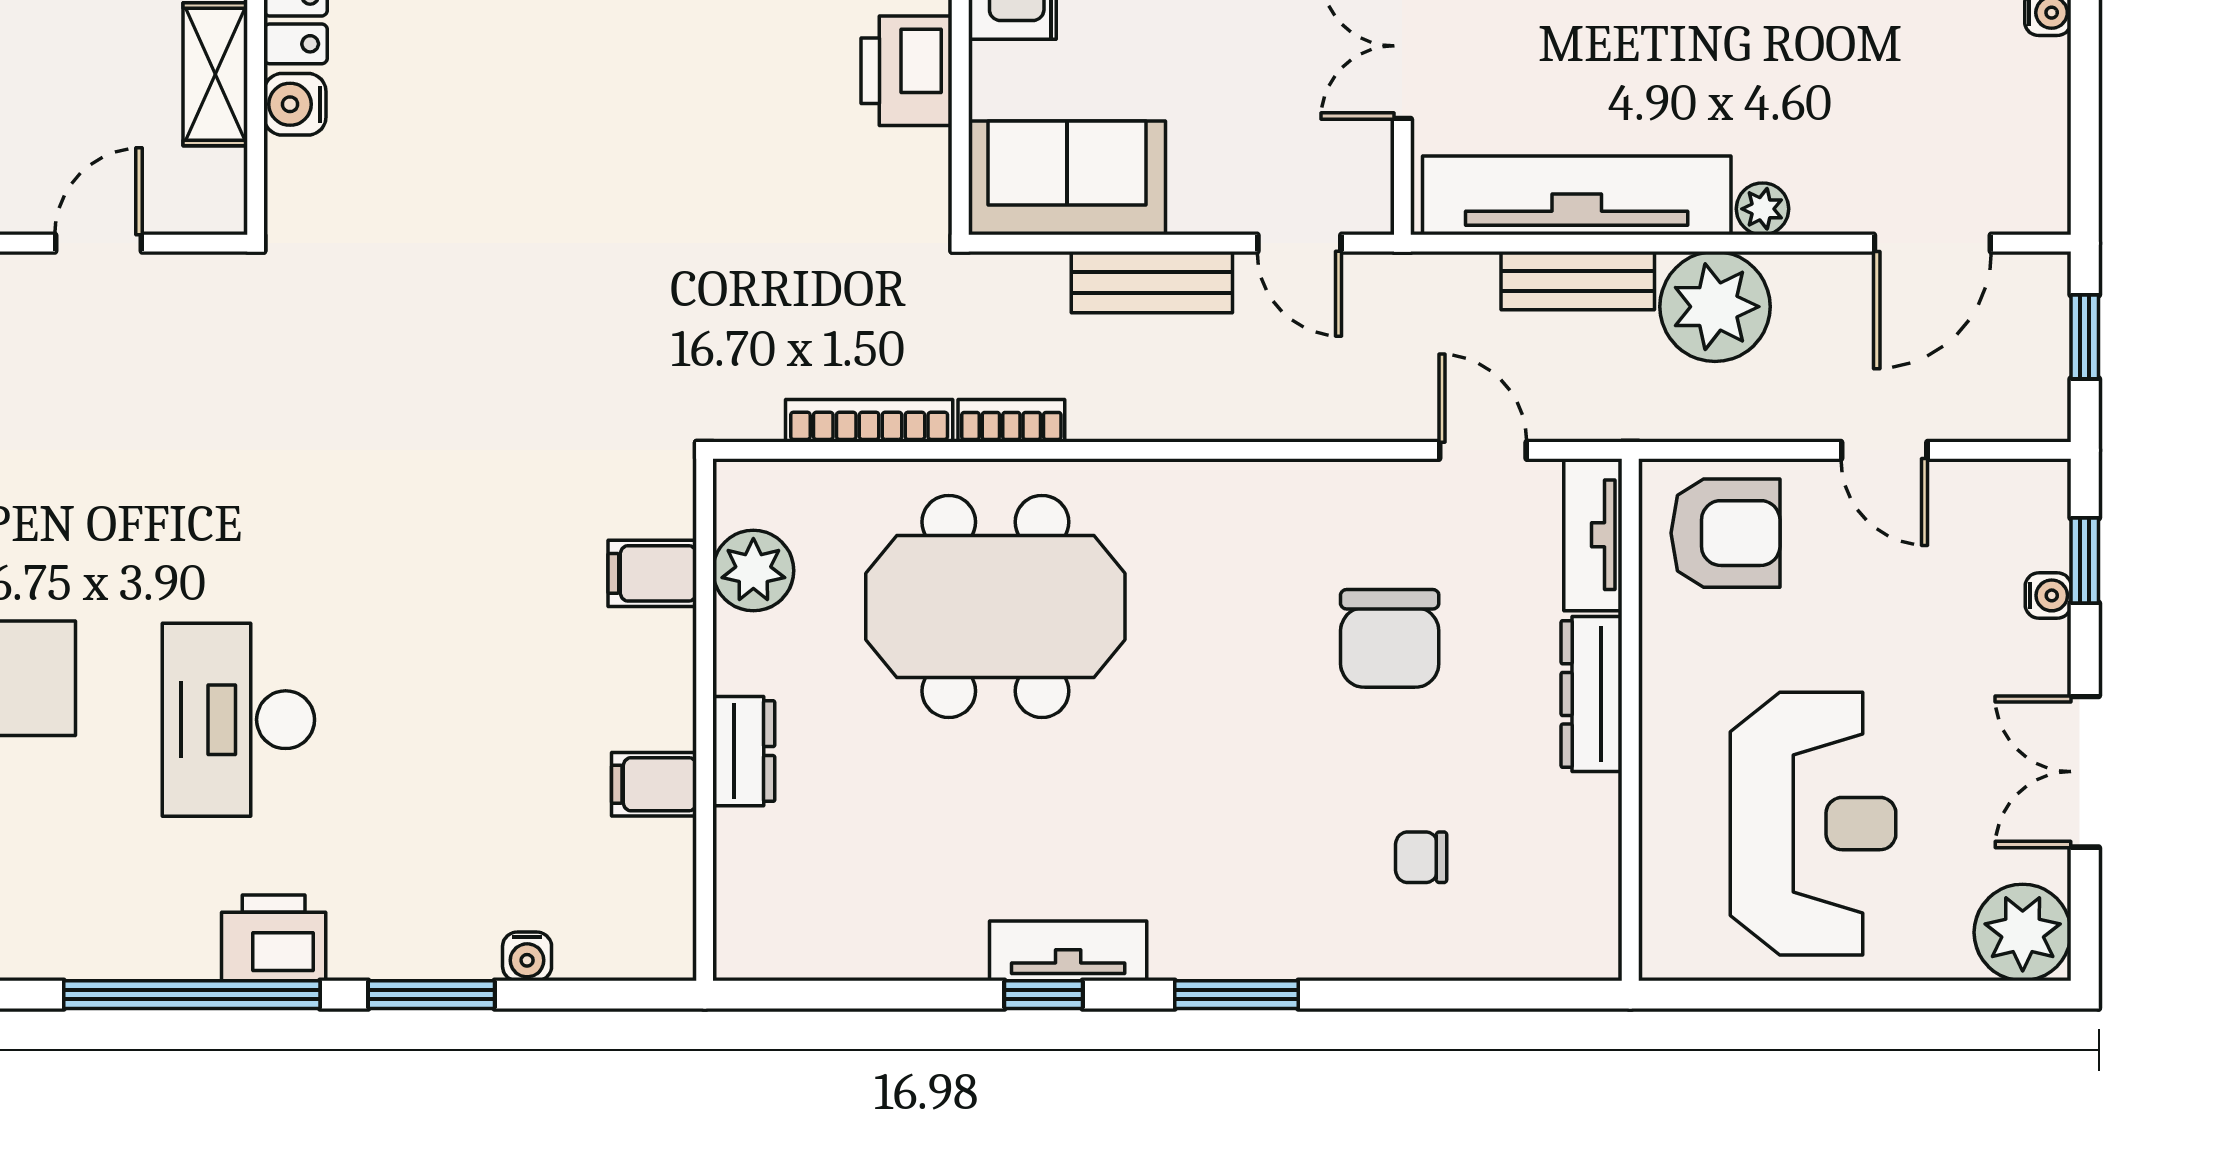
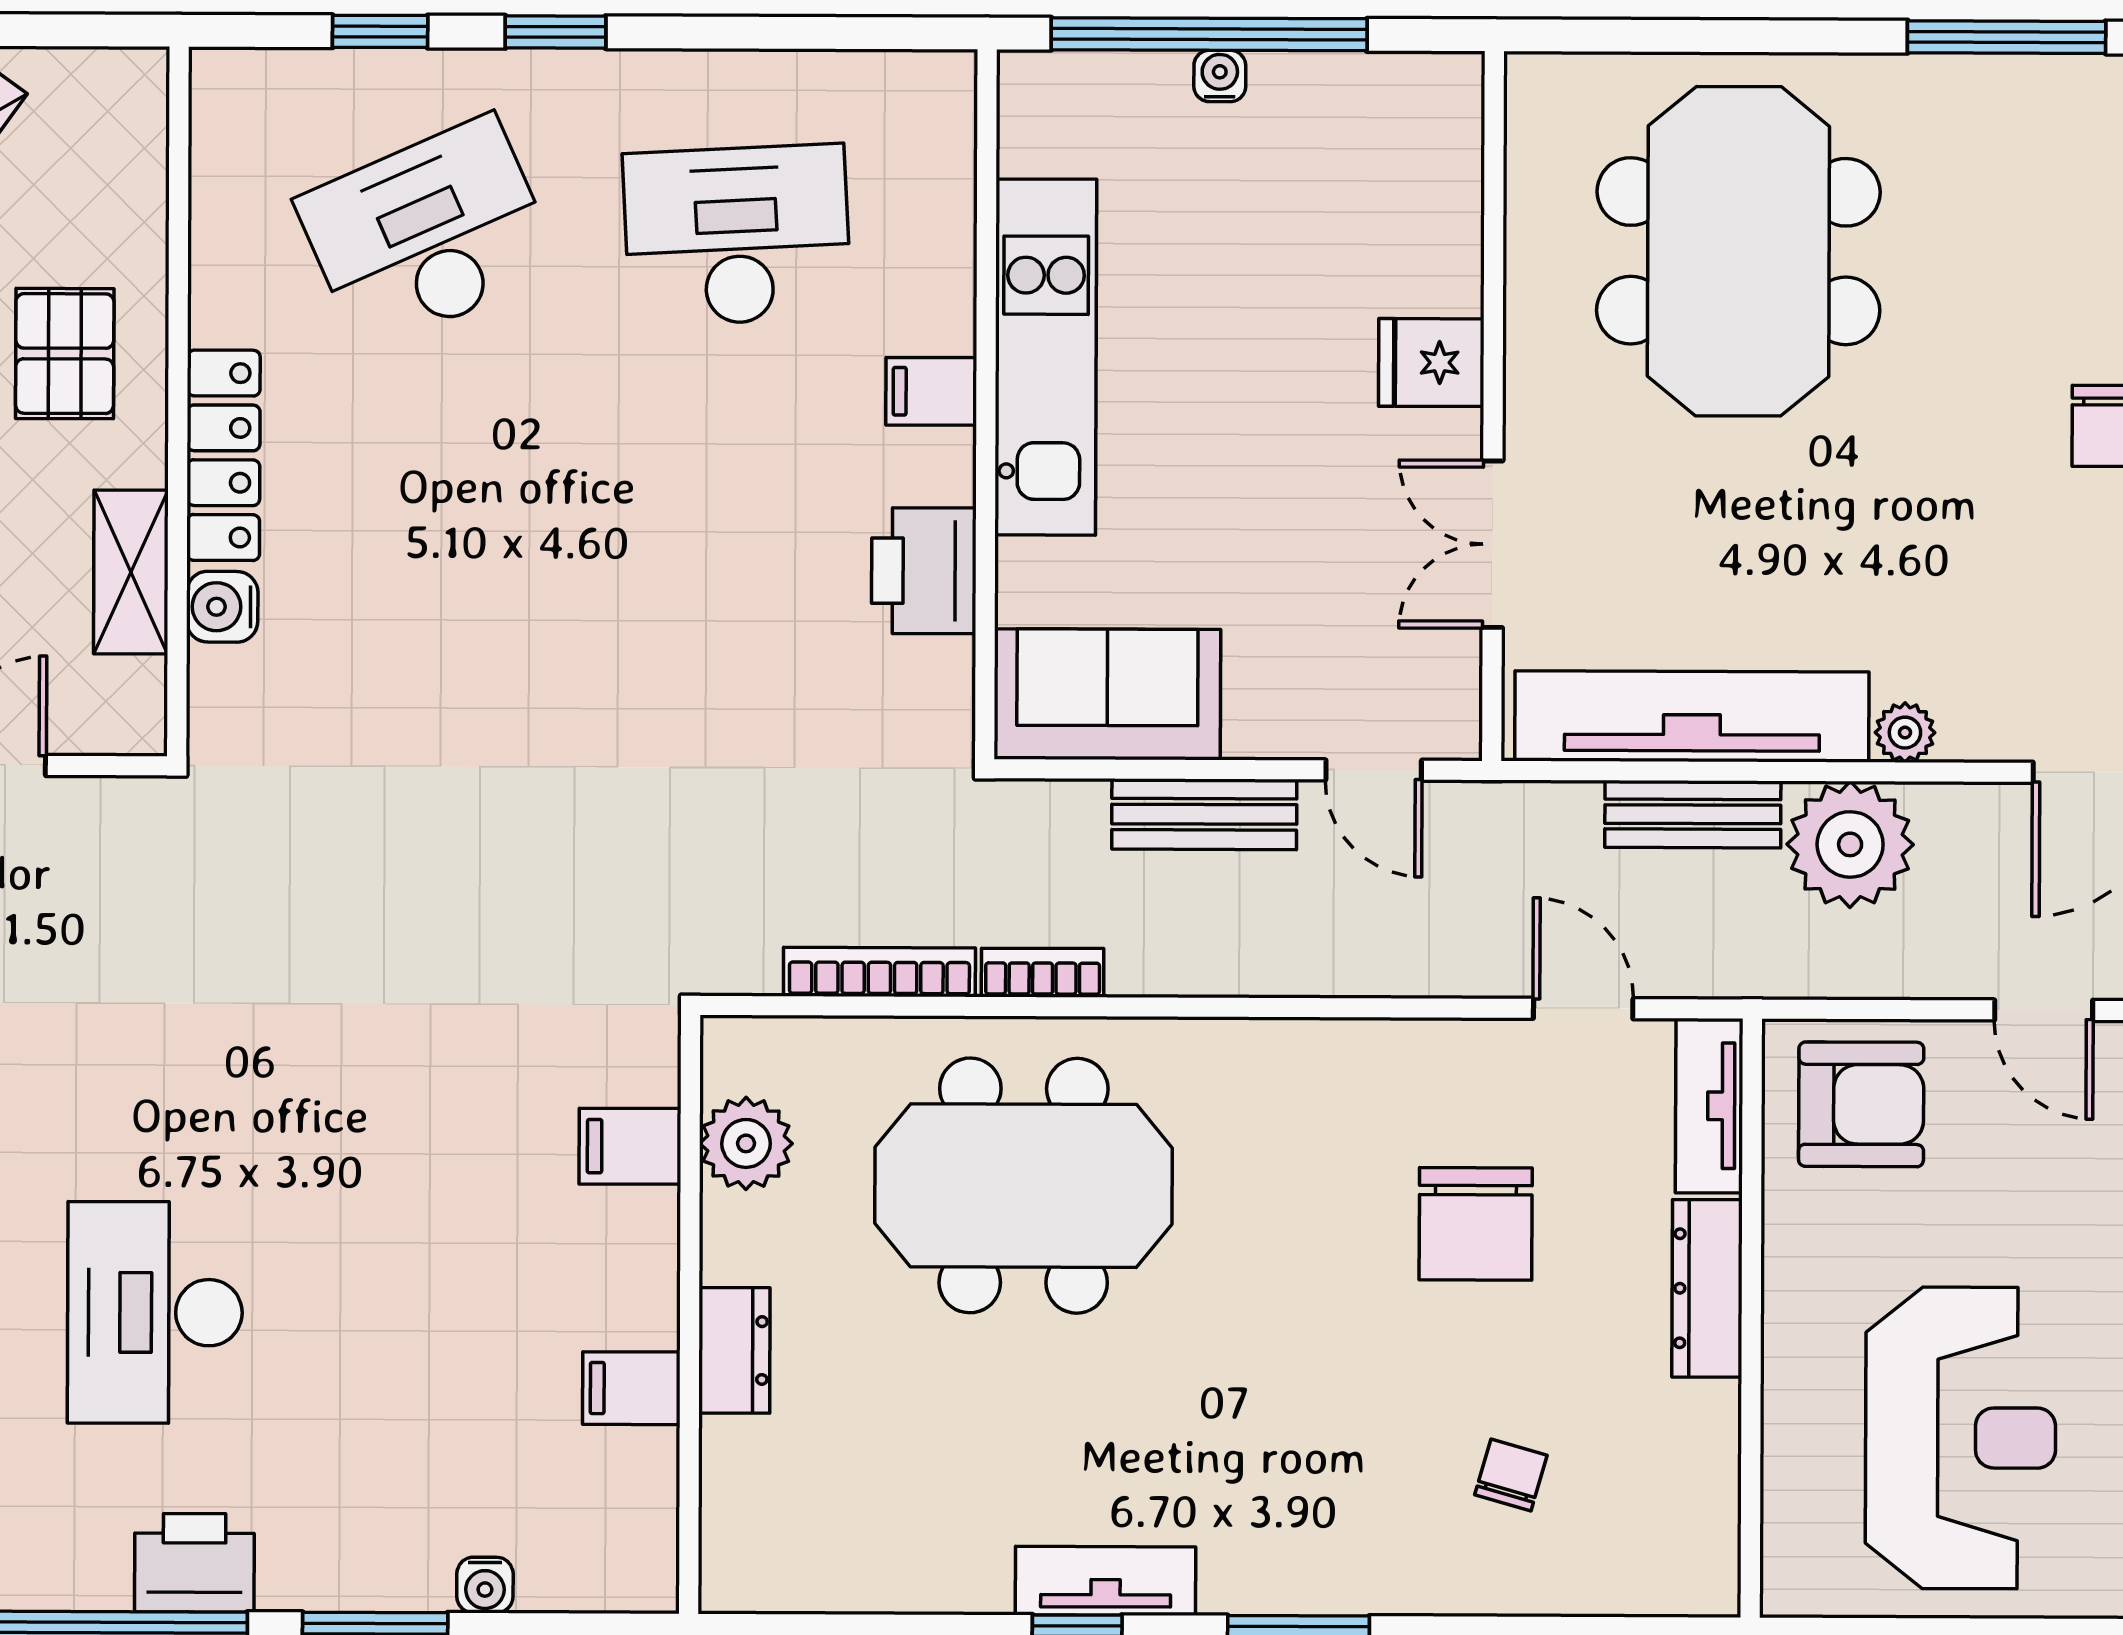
chair: (1421, 857) -> (1511, 1475), turned 106

